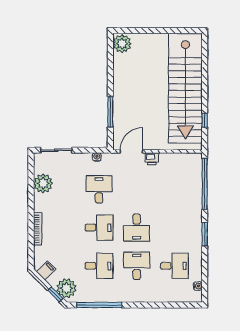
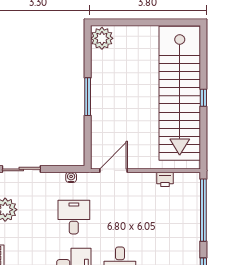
window: (110, 112) -> (88, 97), moved
window: (205, 120) -> (203, 98), moved
printer: (152, 159) -> (165, 179), moved

